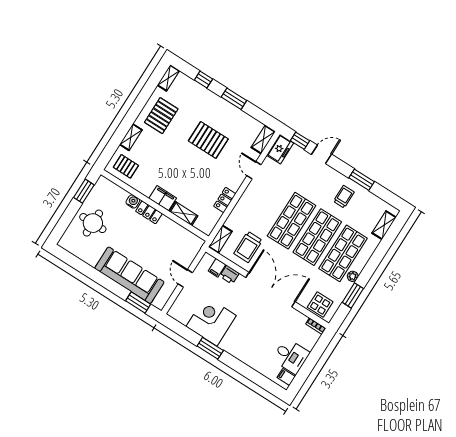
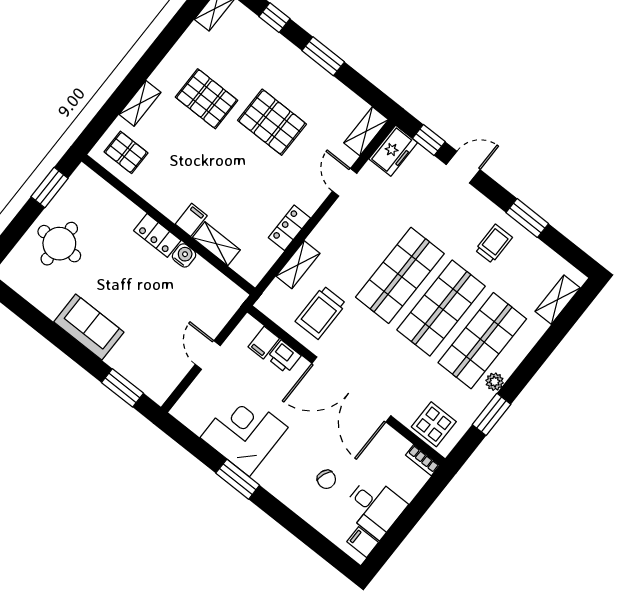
pallet: (161, 116) -> (207, 99), moved, turned 90
filing cabinet: (163, 198) -> (191, 220), width x0.50
water cooler: (133, 201) -> (184, 255), moved
shelving: (220, 239) -> (298, 265), moved
sofa: (129, 275) -> (89, 327), width x0.54, depth x0.79
double door: (270, 290) -> (351, 390), swing flipped
chair: (261, 343) -> (326, 479), added

